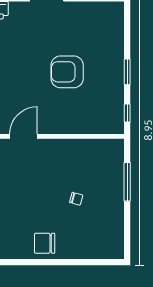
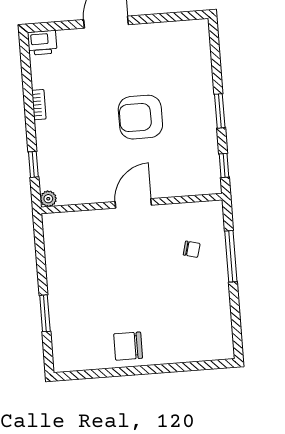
door: (23, 136) -> (133, 203), moved
chair: (76, 199) -> (192, 249), moved

